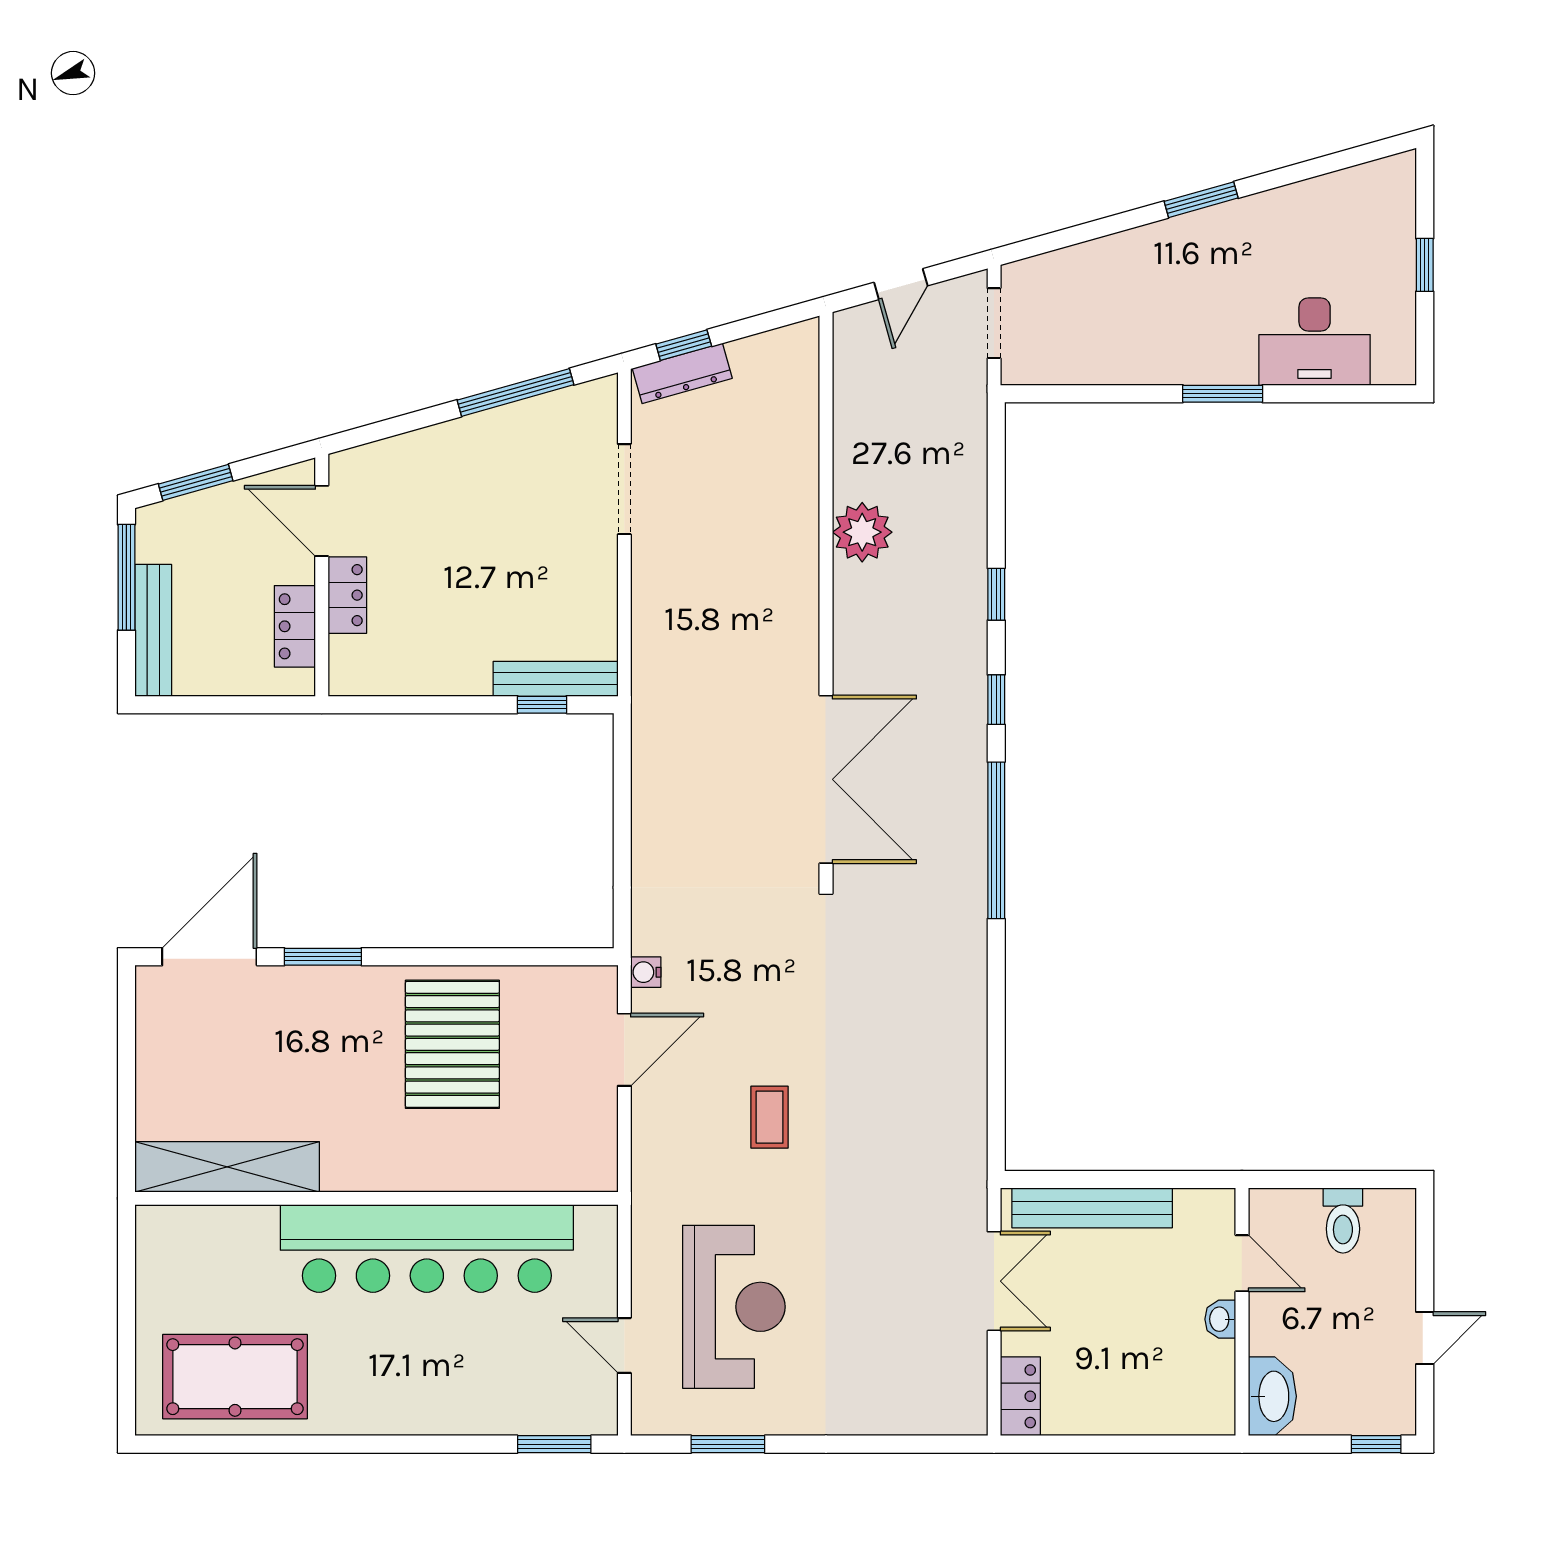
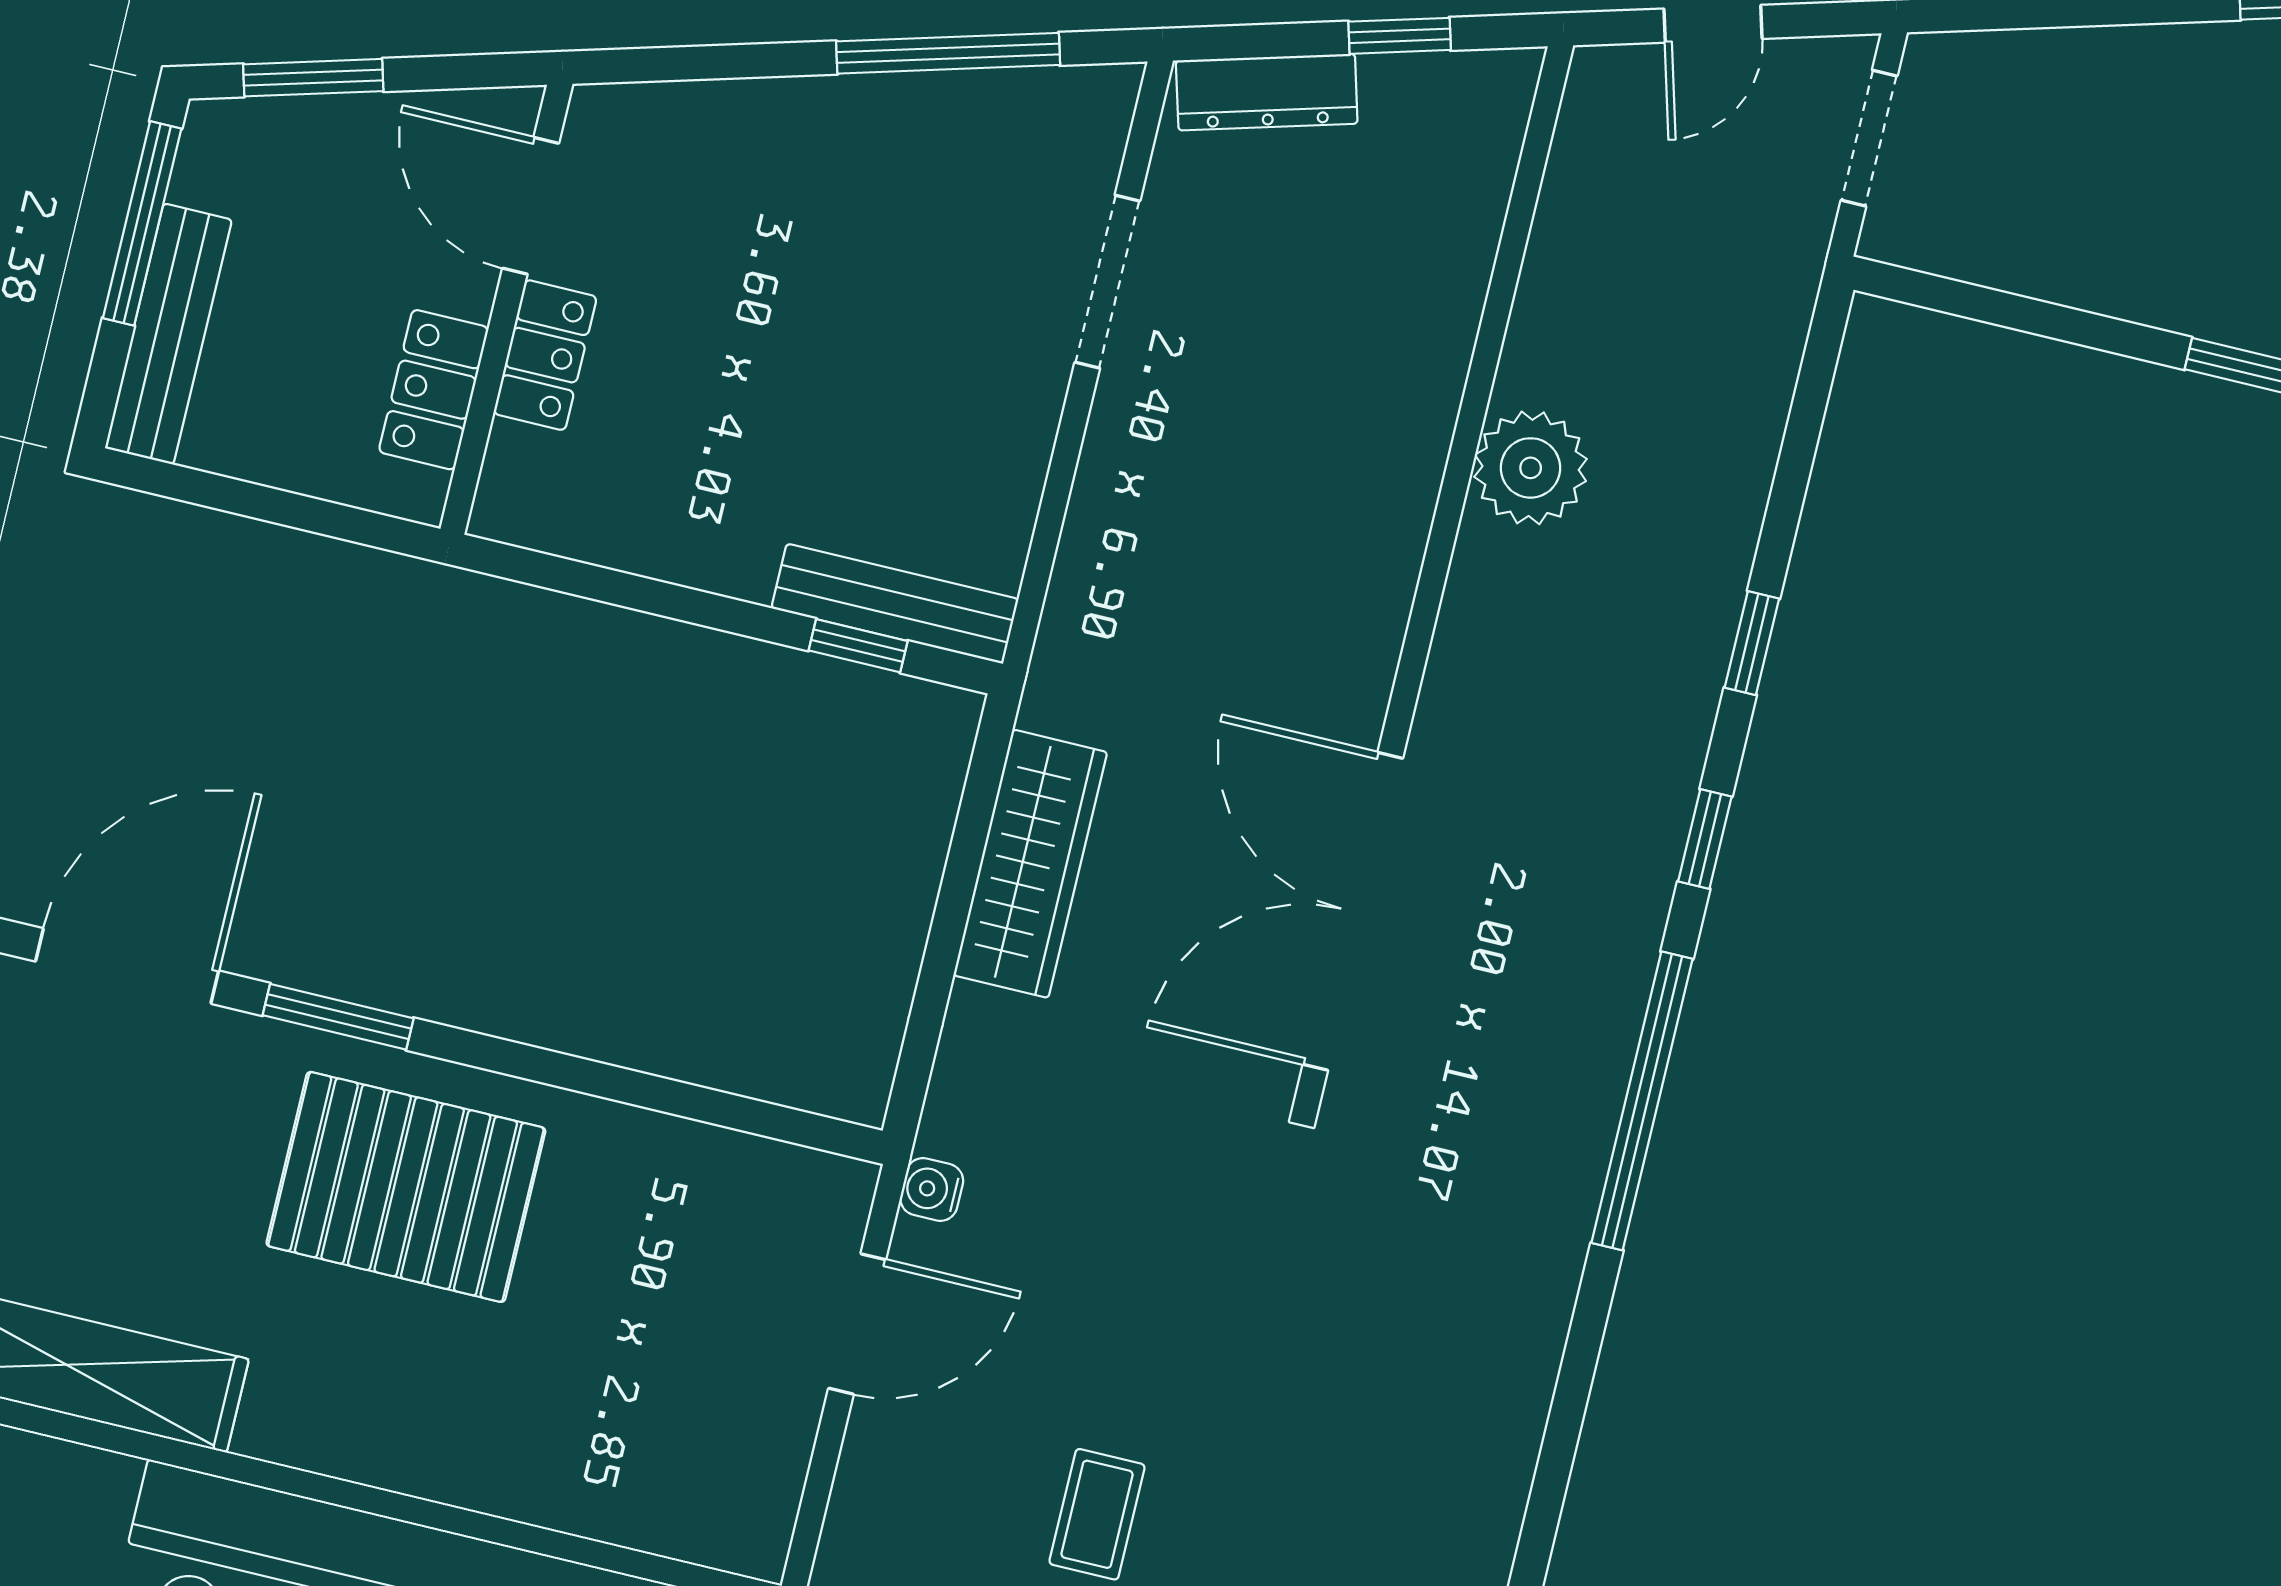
window: (684, 345) -> (1400, 36), moved
double door: (826, 779) -> (1353, 911), swing flipped
wardrobe: (656, 794) -> (1030, 864), added
pallet: (452, 1044) -> (406, 1187), moved, turned 90

